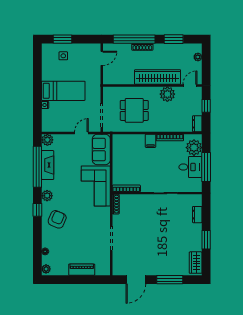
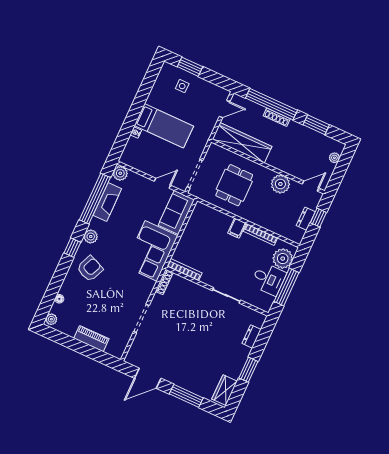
wardrobe: (158, 77) -> (242, 143), moved
dining table: (134, 110) -> (234, 185), turned 90
dresser: (197, 124) -> (306, 219), moved

